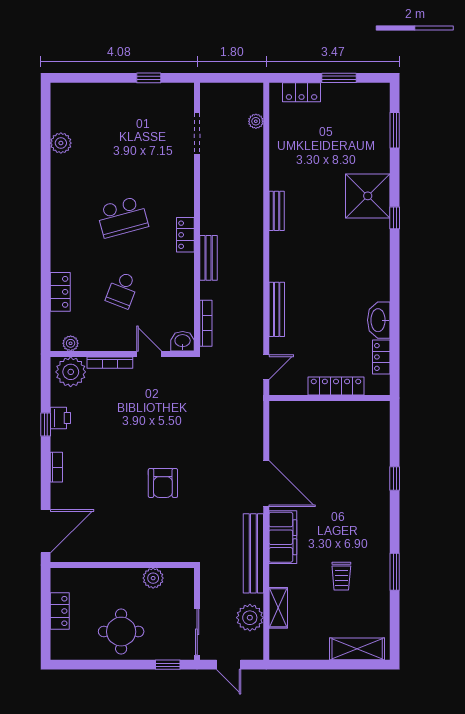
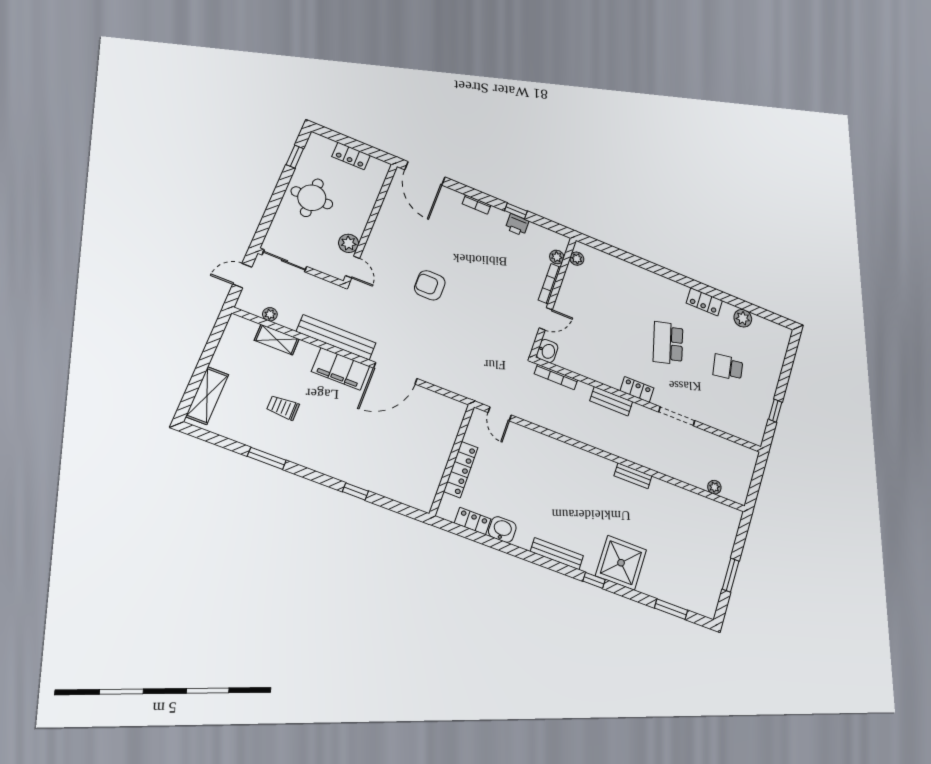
locker: (302, 92) -> (728, 537), removed
doorway: (197, 134) -> (677, 416), moved
school desk: (122, 290) -> (728, 367), moved, turned -30
locker: (60, 292) -> (704, 302), moved
bench: (277, 309) -> (557, 554), moved
washbasin: (379, 320) -> (502, 530), width x0.72
plant: (71, 372) -> (557, 257), width x0.53, depth x0.53
door: (176, 565) -> (353, 267), added
plant: (250, 618) -> (270, 314), width x0.53, depth x0.53
window: (168, 665) -> (295, 157), moved

